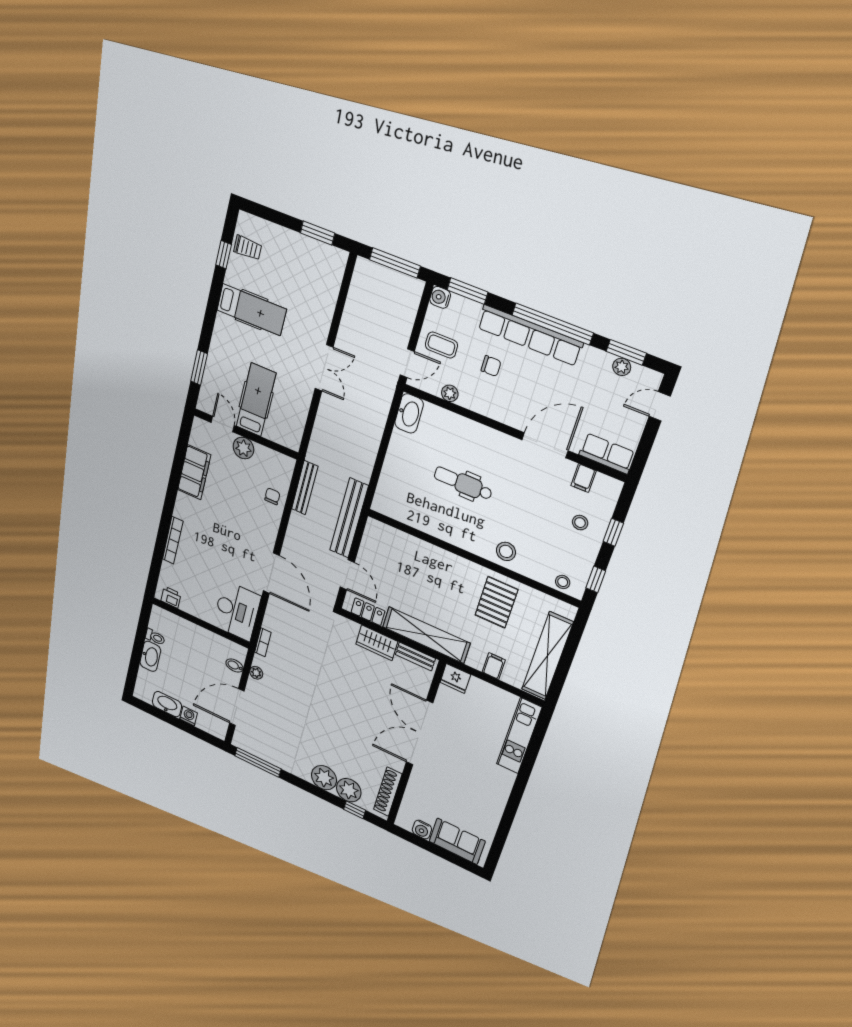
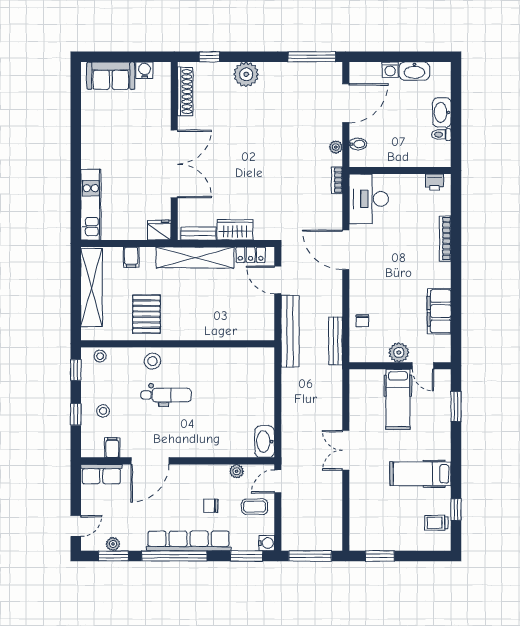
dental chair: (463, 483) -> (166, 395), moved
plant: (349, 790) -> (220, 74), removed

